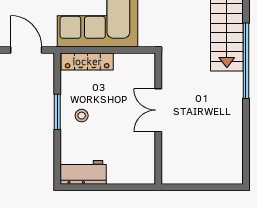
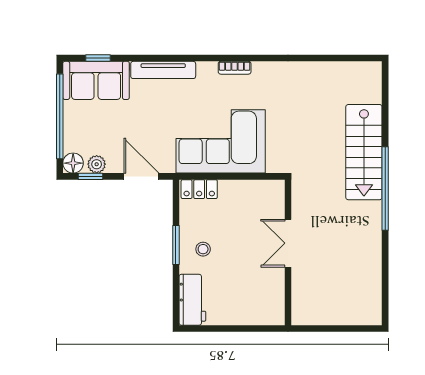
locker: (87, 61) -> (199, 189), width x0.66
workbench: (83, 172) -> (192, 300), moved, turned 90

